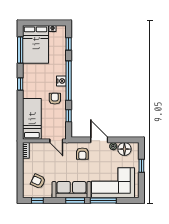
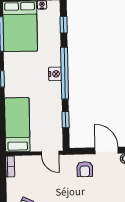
armchair: (55, 99) -> (47, 97), removed

